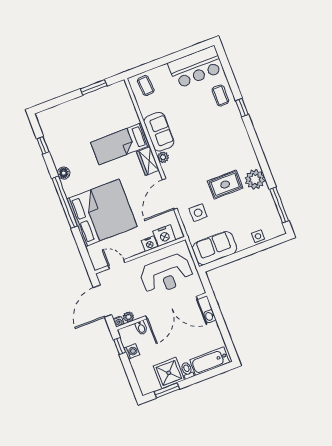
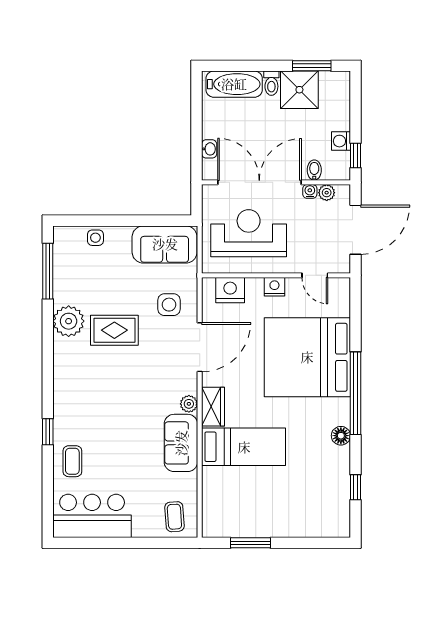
nightstand: (149, 244) -> (274, 287), moved
water cooler: (119, 322) -> (310, 191), moved

